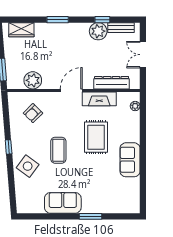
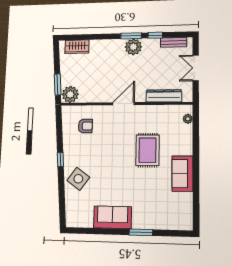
window: (58, 20) -> (131, 36), moved
plant: (98, 31) -> (133, 47), moved
plant: (33, 80) -> (70, 94), moved
fireplace: (99, 99) -> (151, 112), removed
armchair: (33, 113) -> (85, 126), turned -135
coffee table: (58, 150) -> (109, 163), removed

